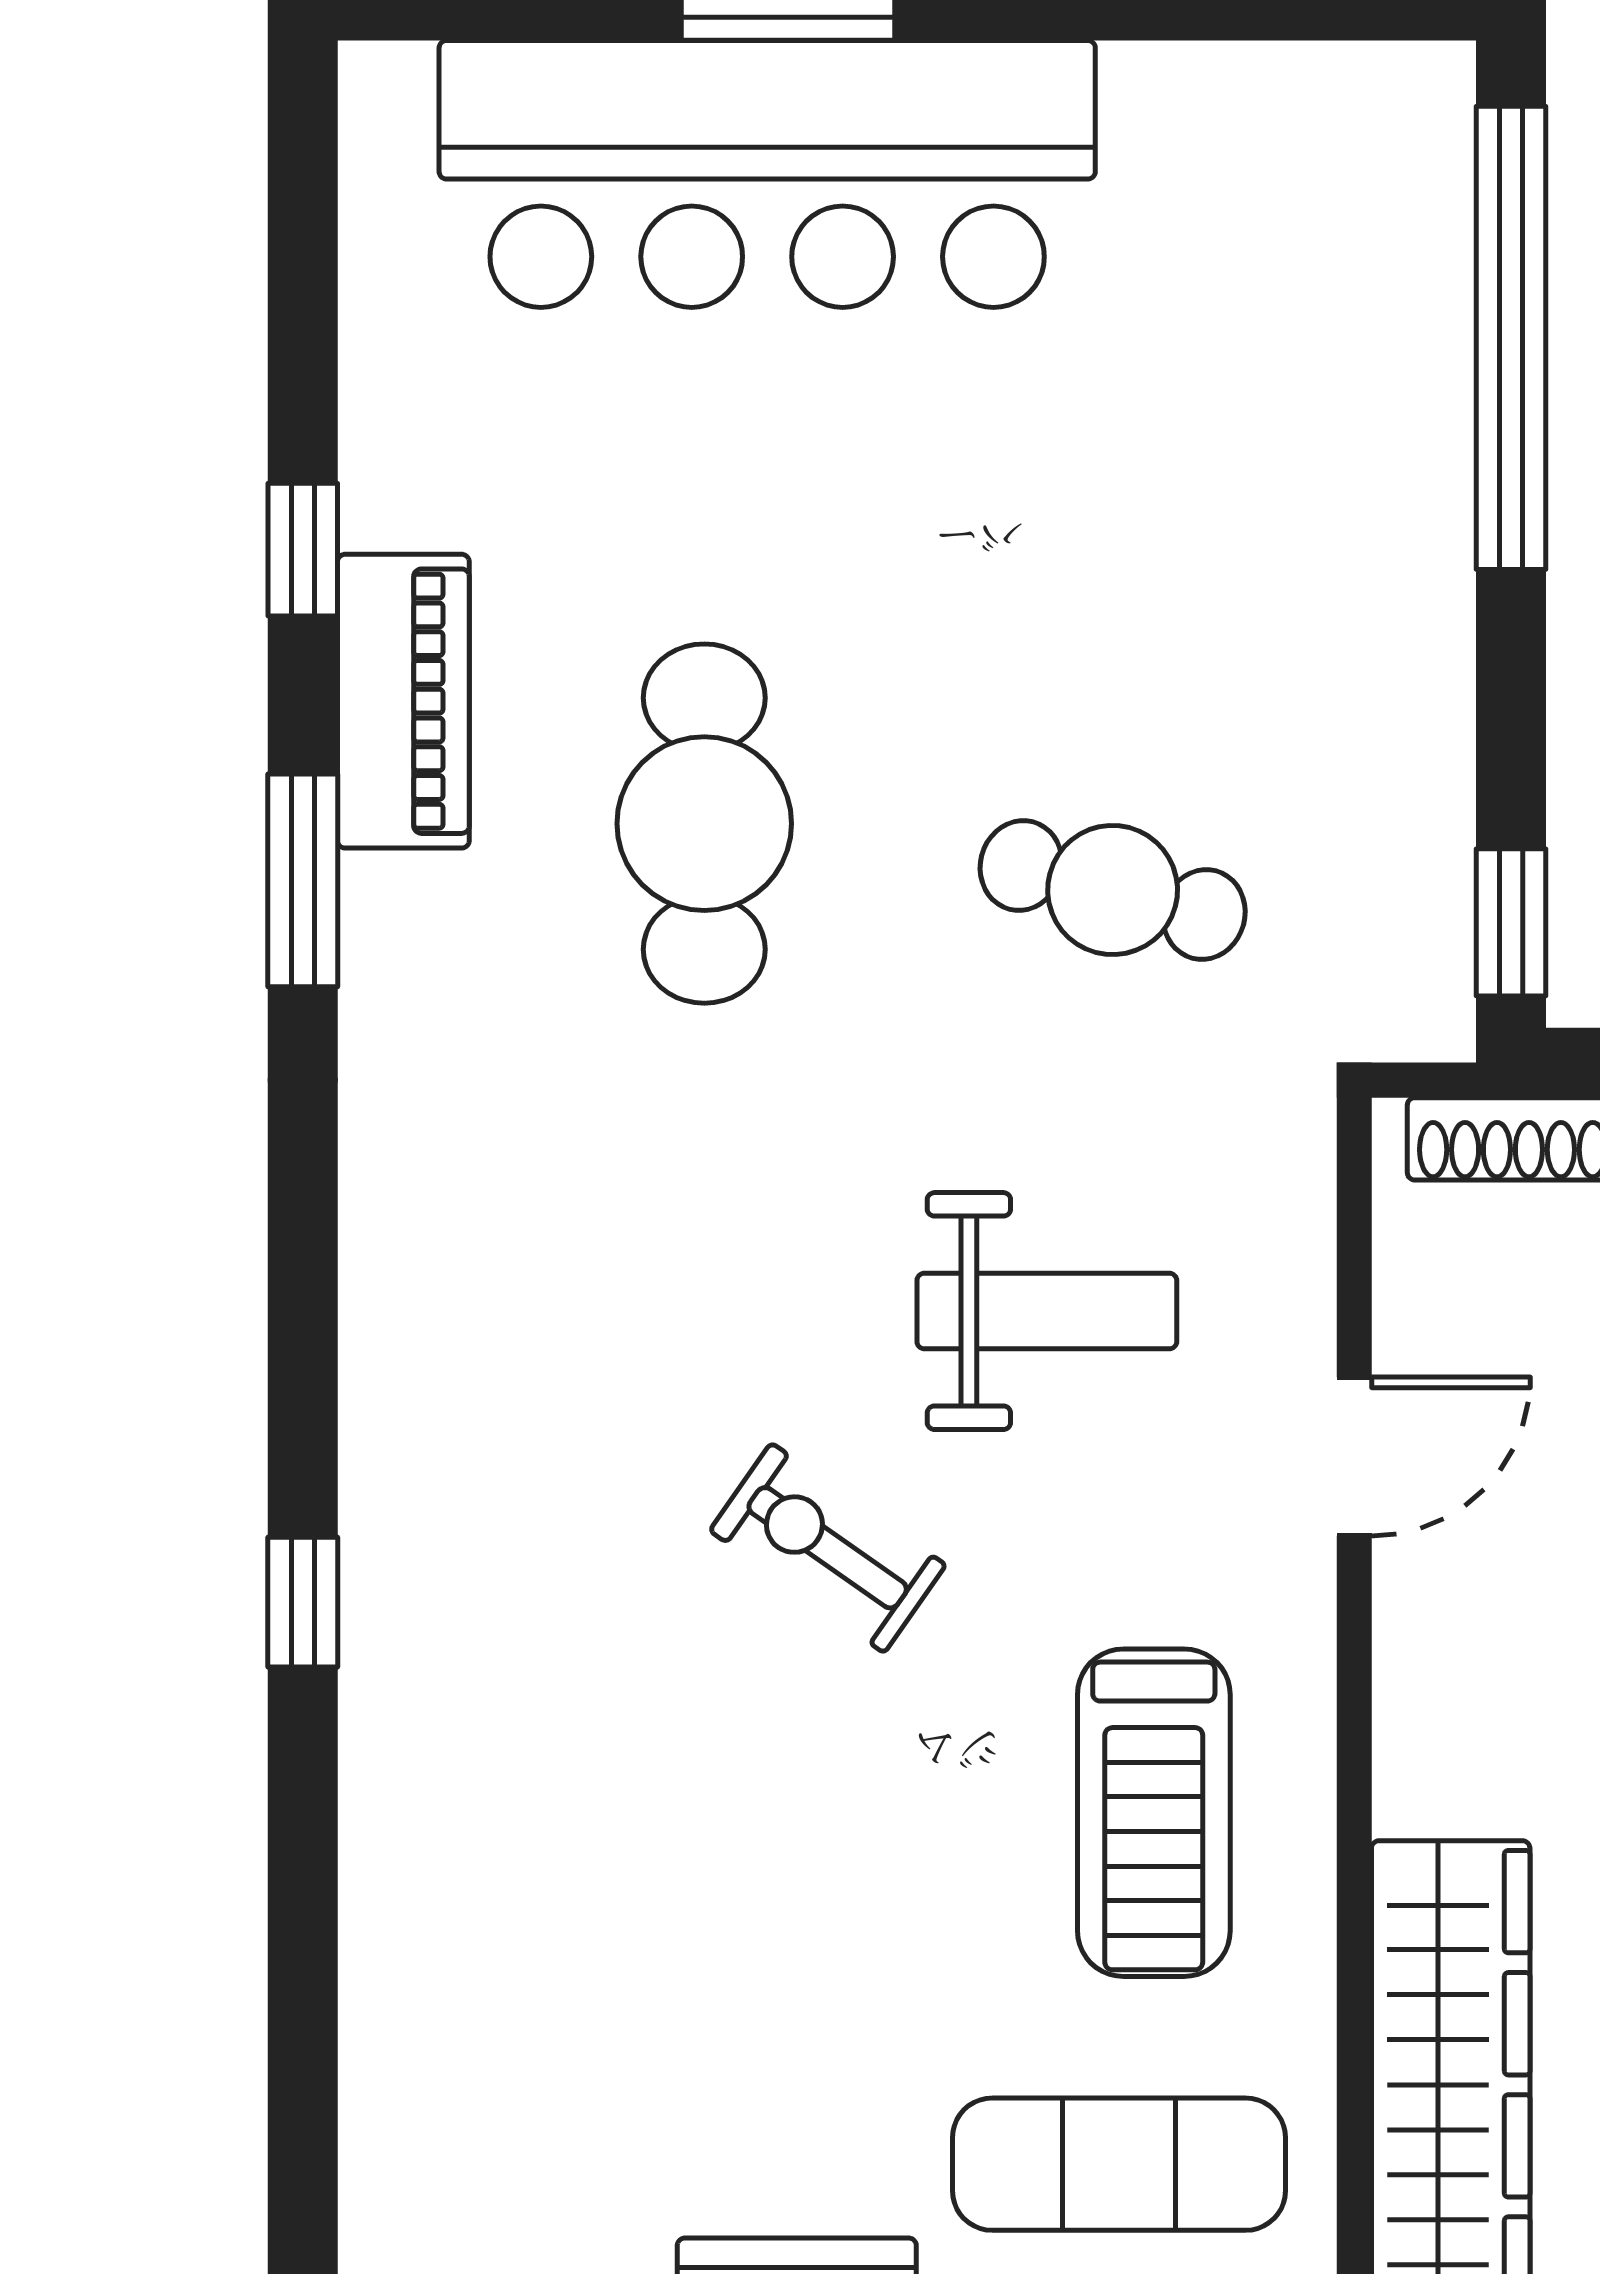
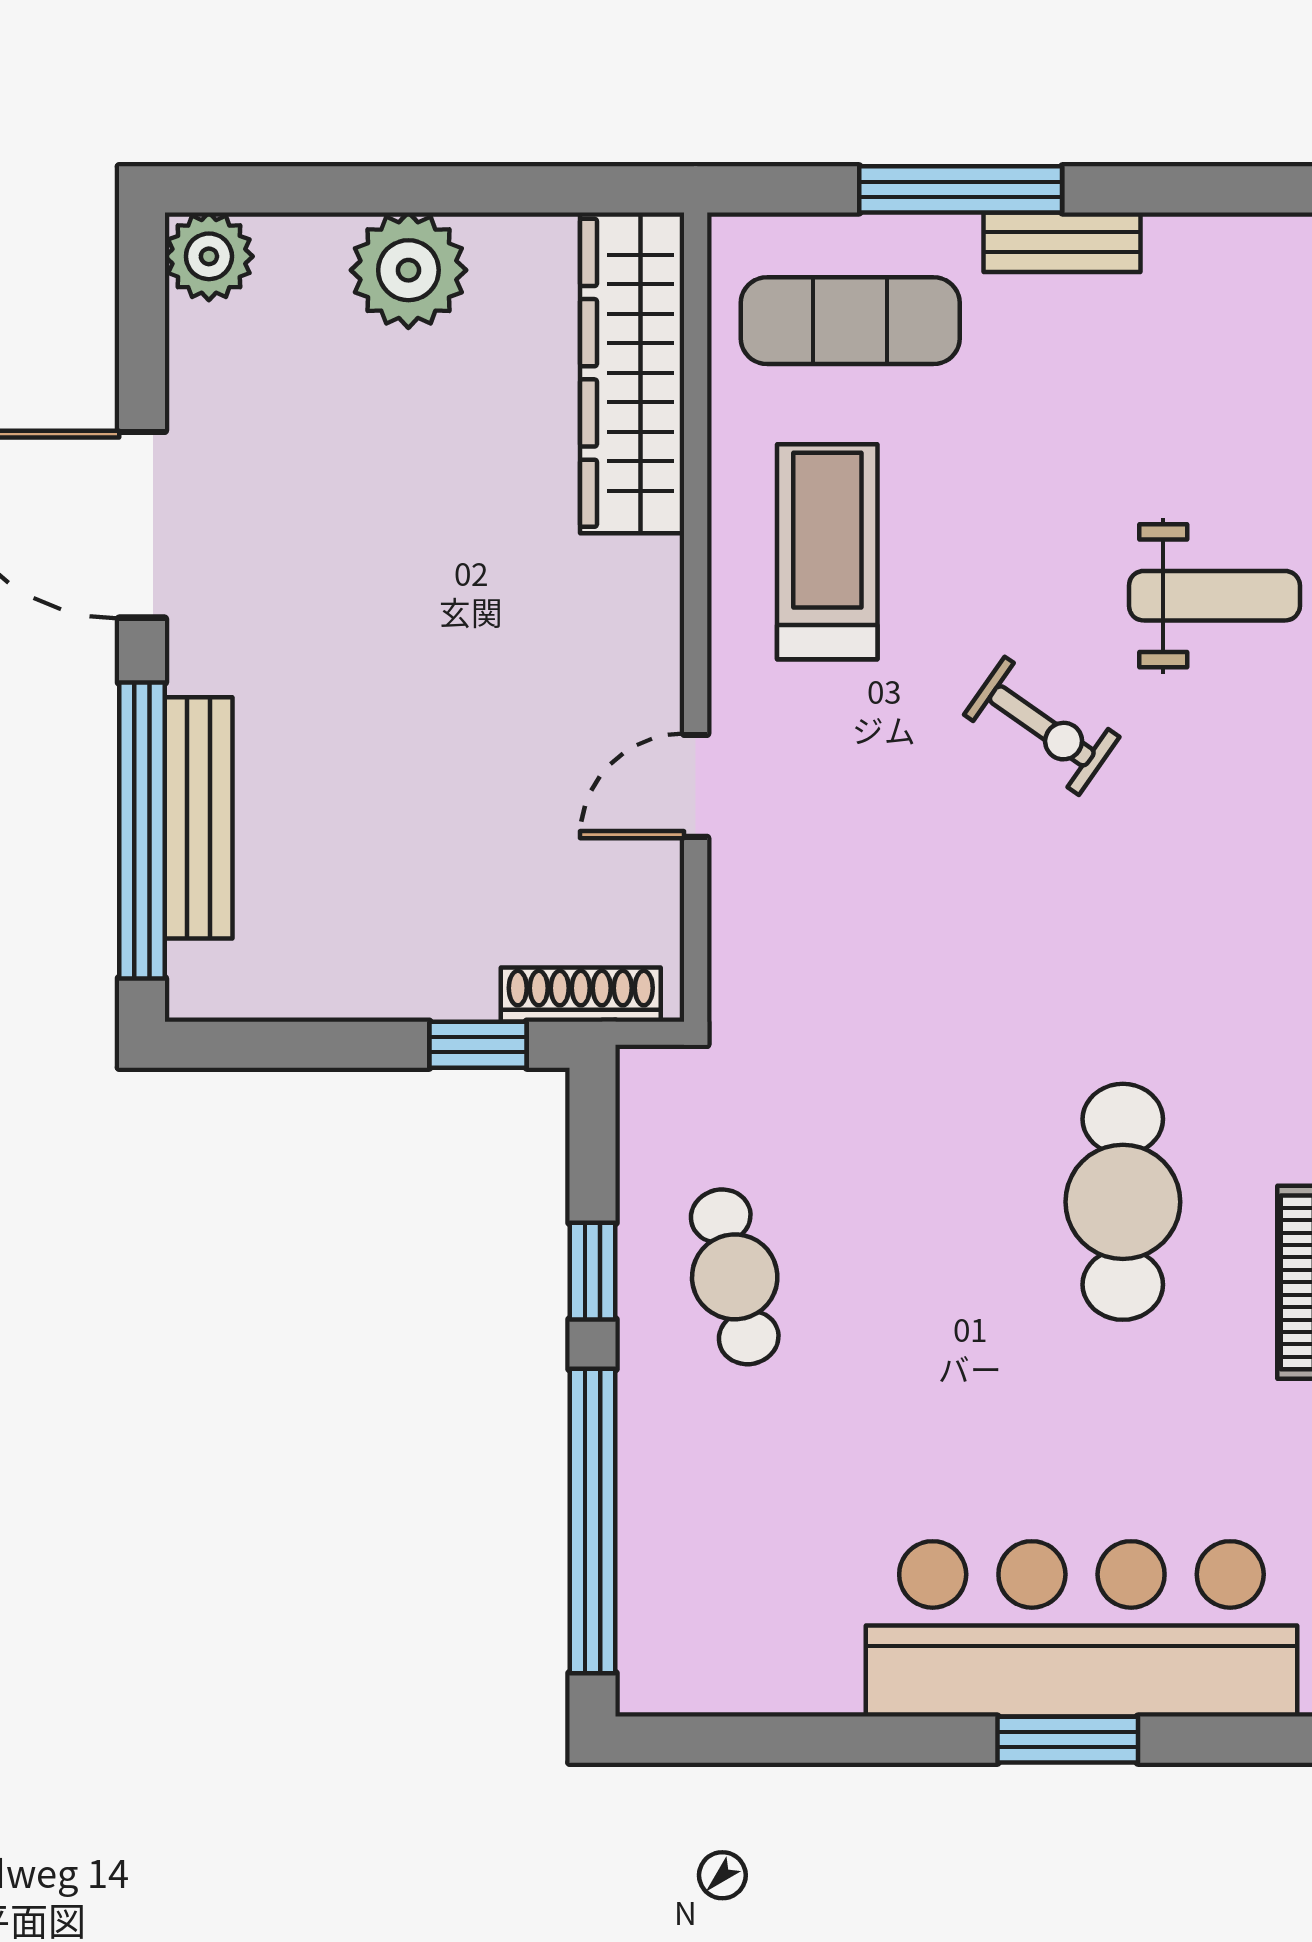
cafe table: (1113, 890) -> (735, 1277), moved, turned 62
window: (1511, 922) -> (593, 1271), moved
weight bench: (1047, 1311) -> (1214, 596), moved, turned 180

